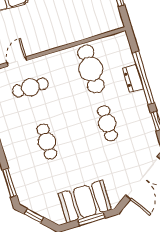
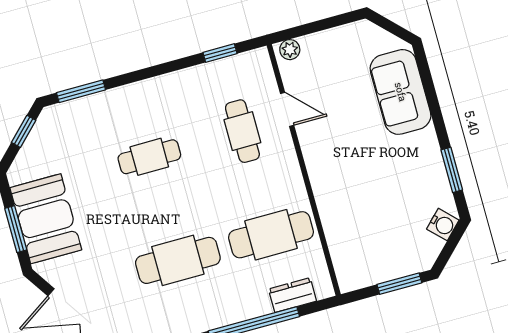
dresser: (133, 78) -> (292, 295), moved
cafe table: (107, 123) -> (178, 260), width x1.37, depth x1.35

